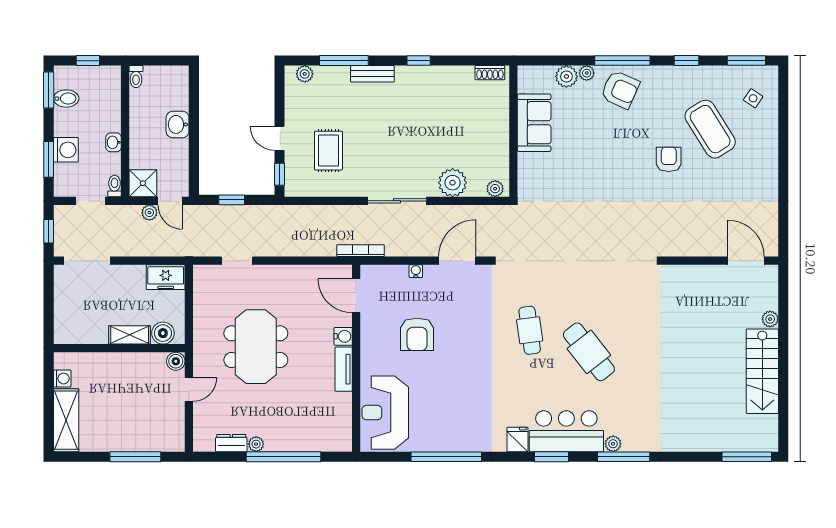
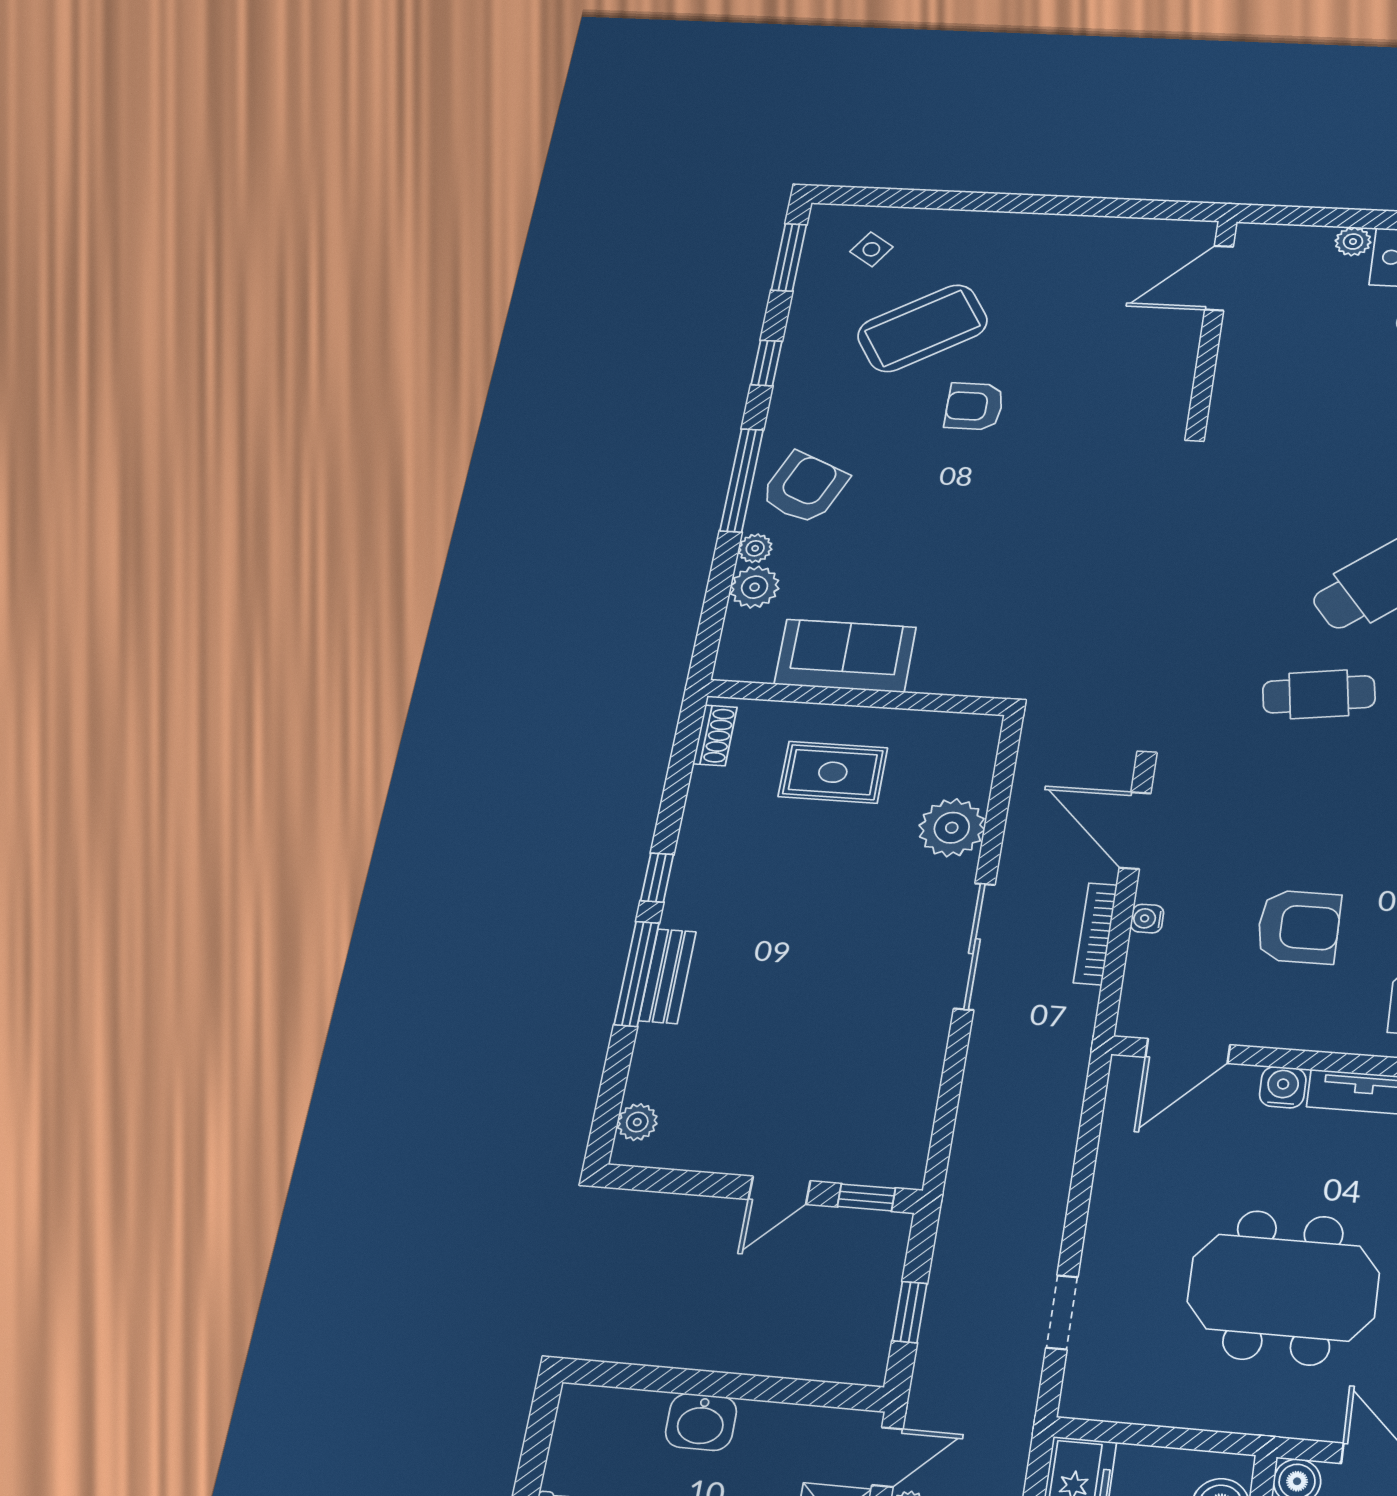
window: (344, 61) -> (637, 974), moved
rug: (328, 151) -> (833, 772), moved
plant: (495, 189) -> (981, 742), removed
bookcase: (361, 251) -> (1095, 934), moved

